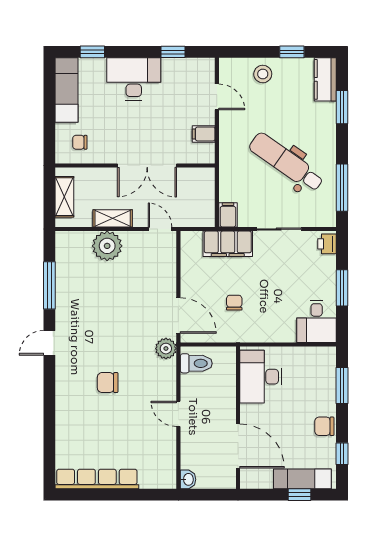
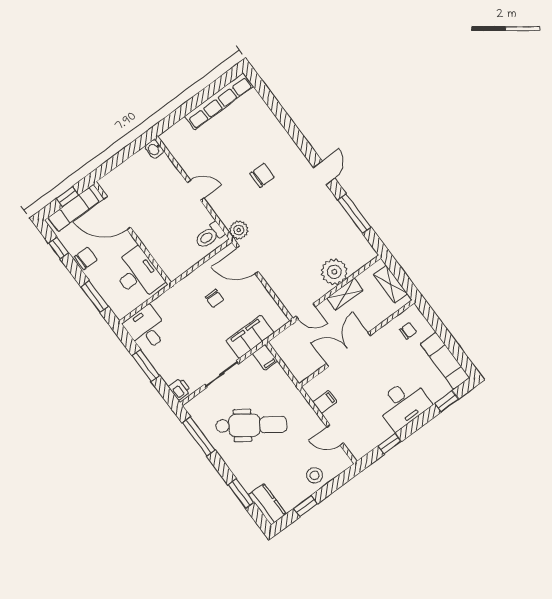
desk: (261, 377) -> (138, 274), moved
wall: (238, 418) -> (132, 233), moved
door: (238, 446) -> (117, 213), moved

